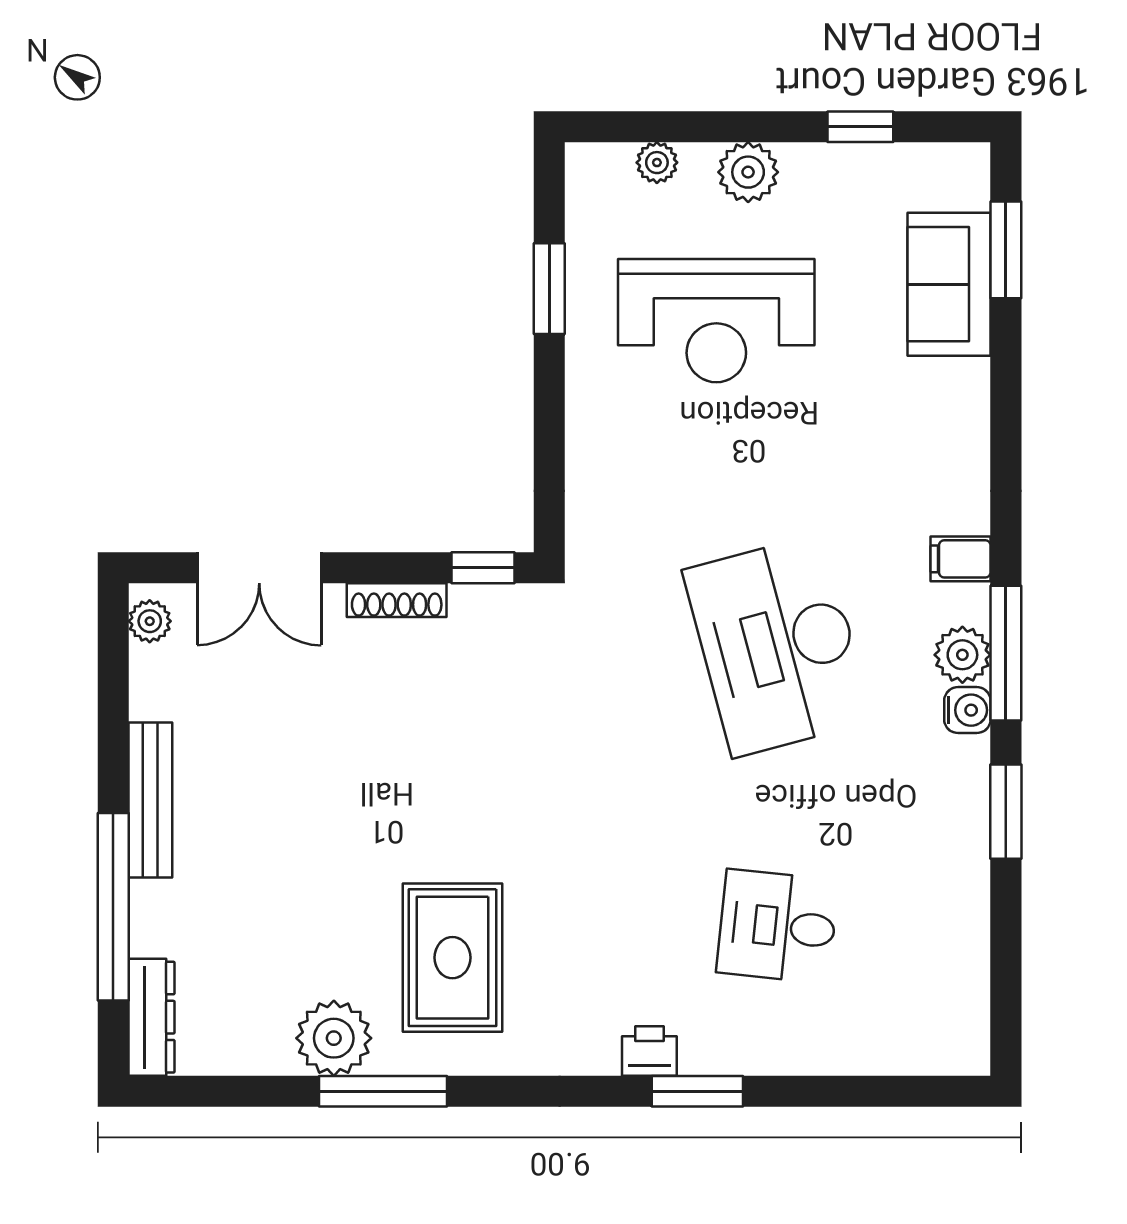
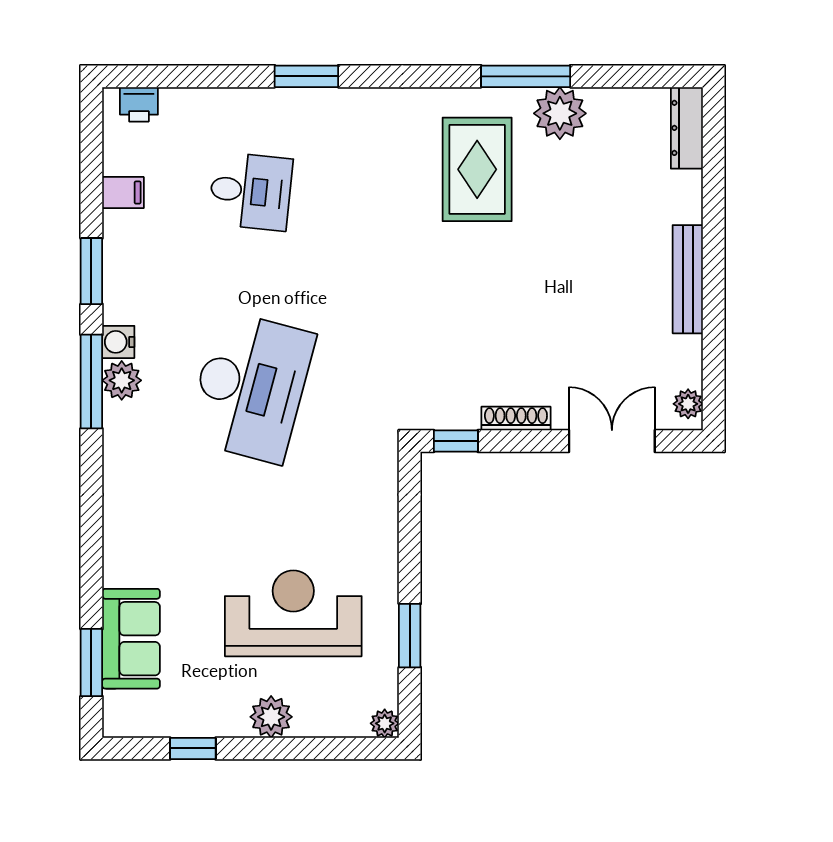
plant: (657, 163) -> (385, 723), moved
filing cabinet: (961, 559) -> (123, 193), moved
desk: (778, 645) -> (251, 387), turned 30
window: (113, 907) -> (714, 205), removed
printer: (649, 1051) -> (139, 104), moved

